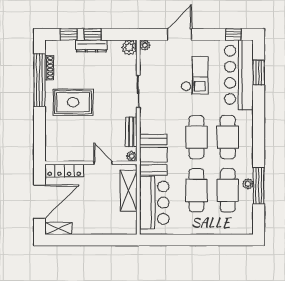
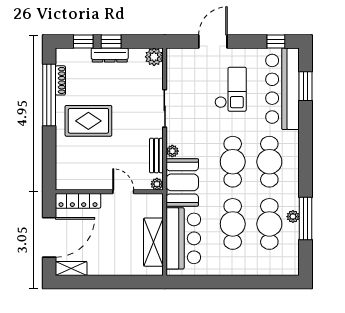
plant: (145, 45) -> (172, 151), moved
shelving: (129, 191) -> (153, 242), moved

